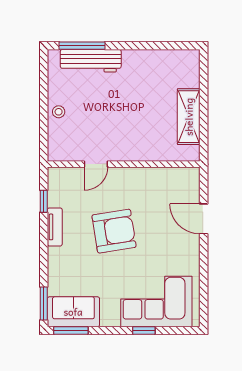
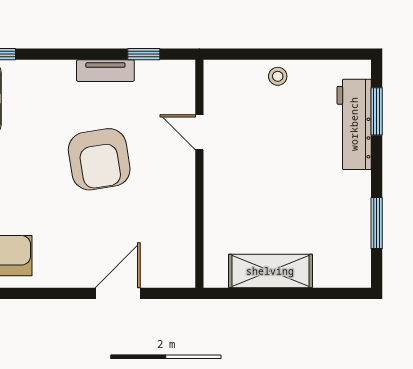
window: (82, 46) -> (377, 111), width x0.69
window: (157, 46) -> (377, 223), added

